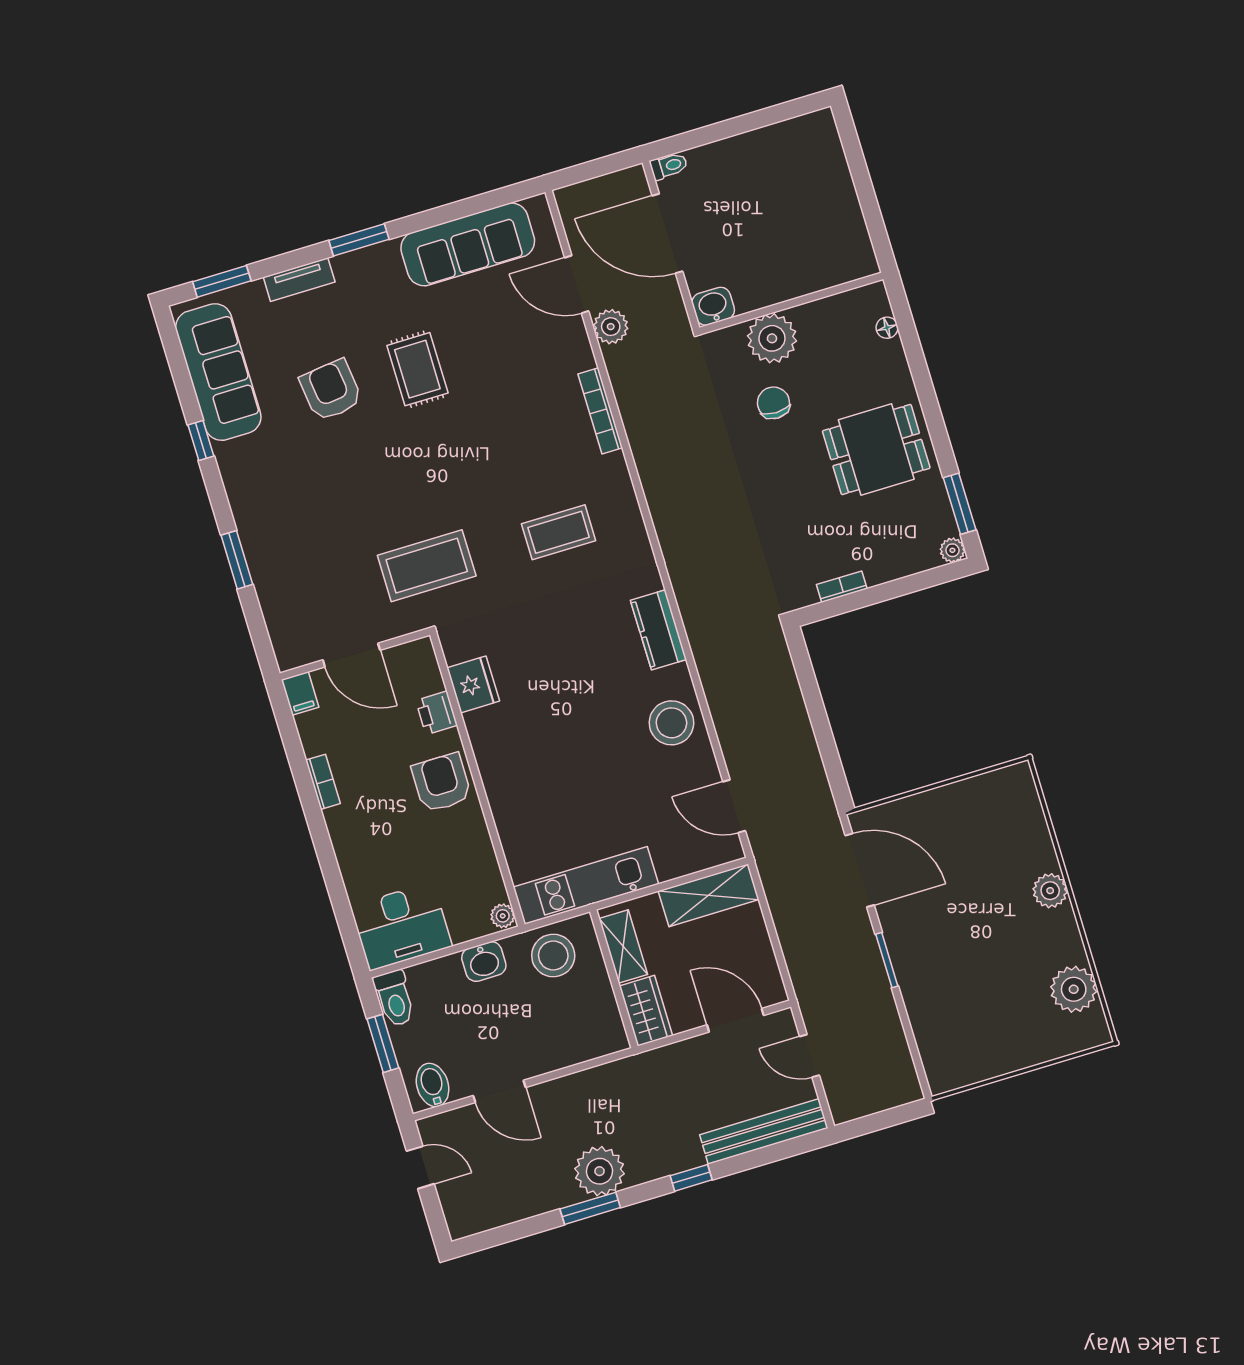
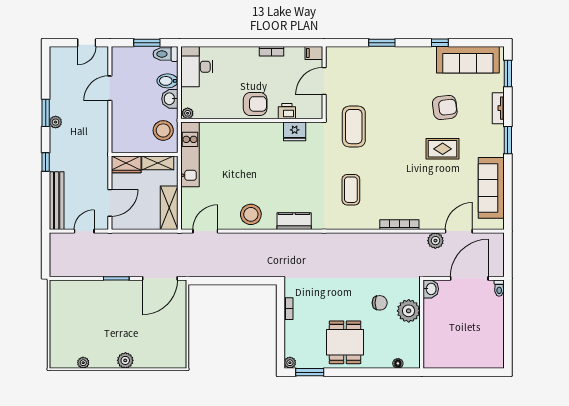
plant: (1074, 989) -> (83, 363), width x0.53, depth x0.53
bidet: (433, 1085) -> (167, 81), moved, turned 180
plant: (599, 1171) -> (56, 122), width x0.53, depth x0.53

